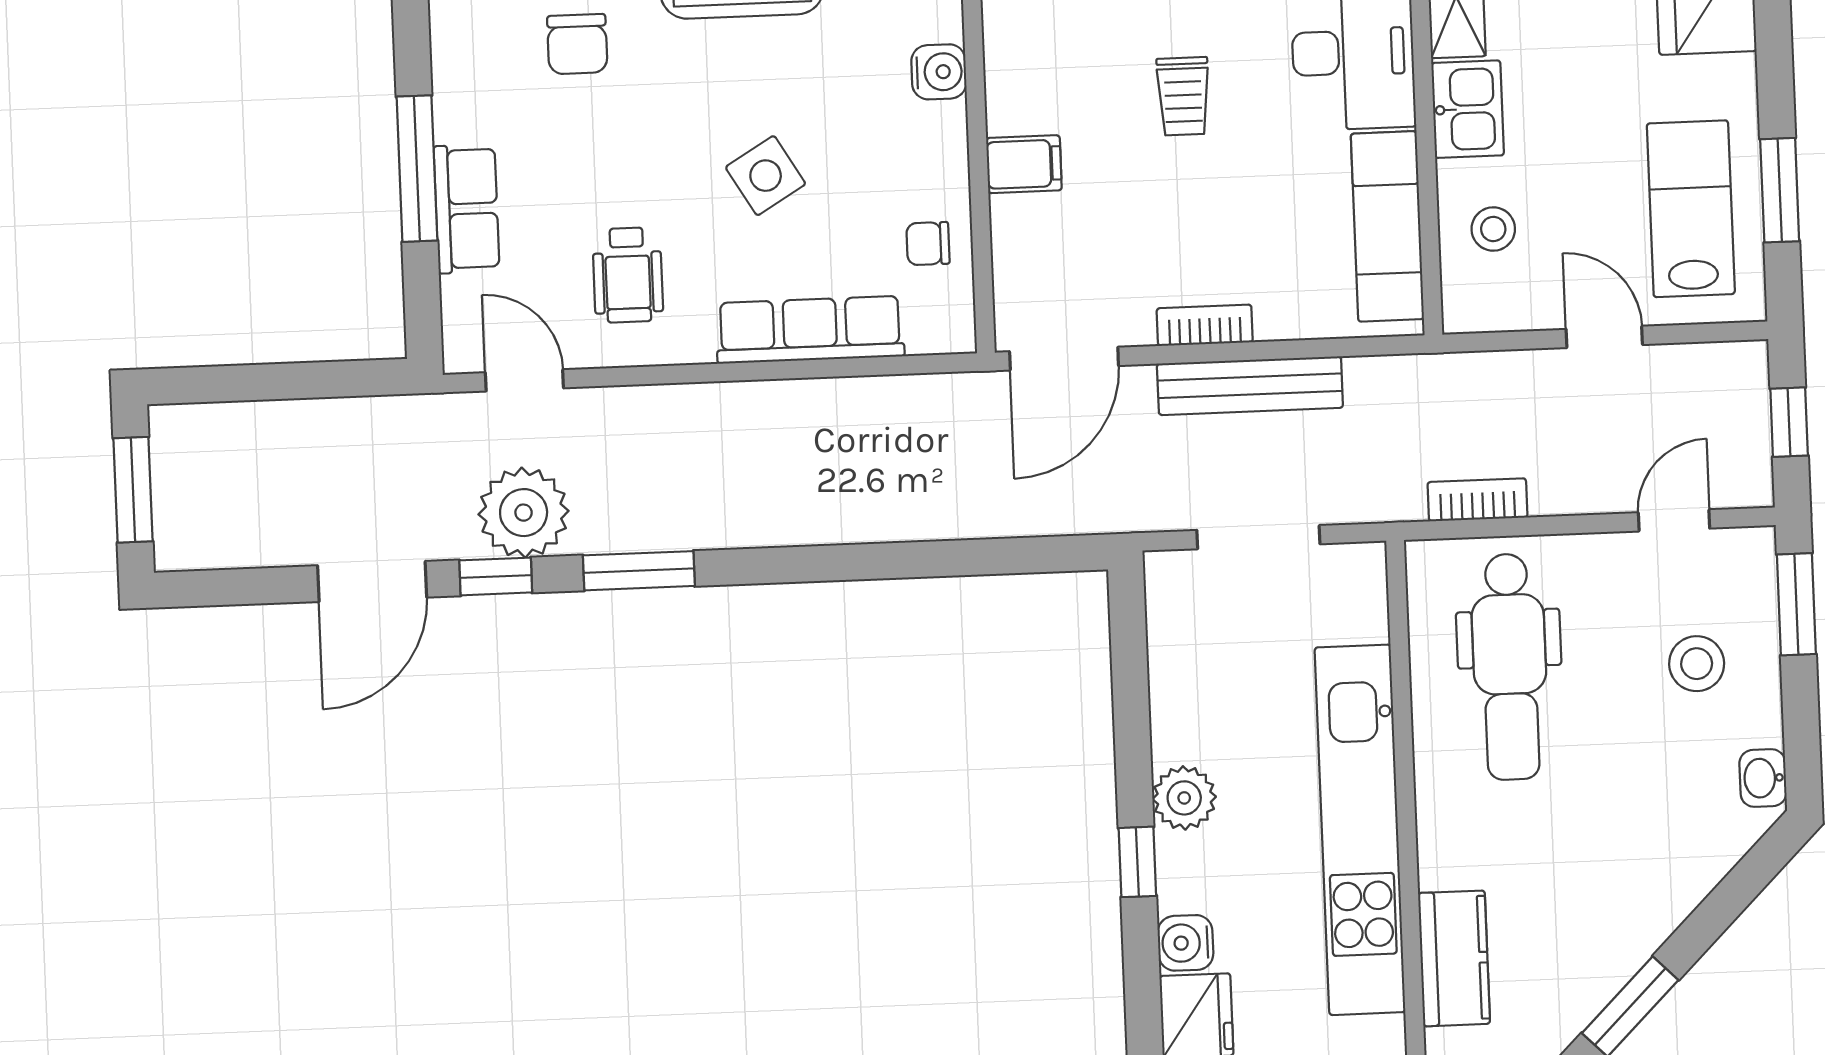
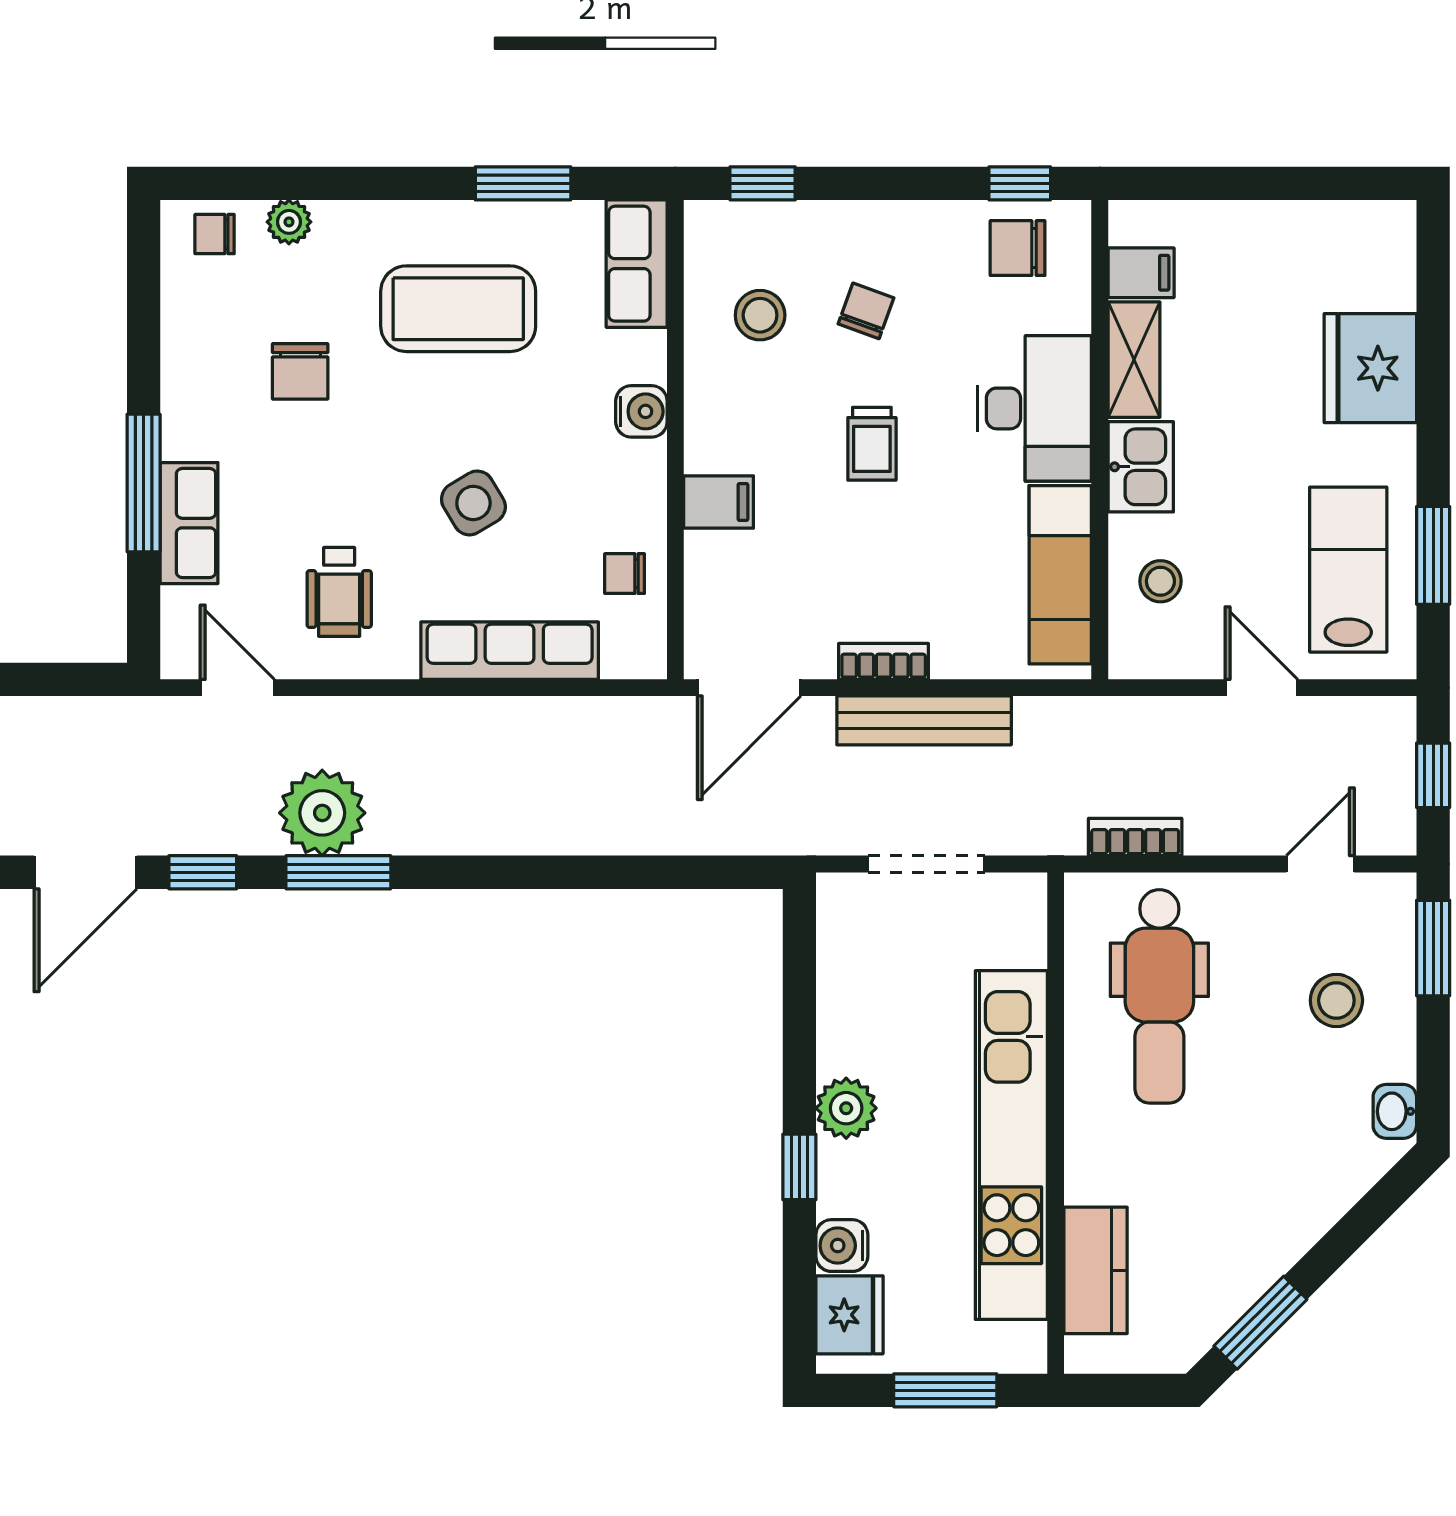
plant: (524, 513) -> (322, 813), moved

